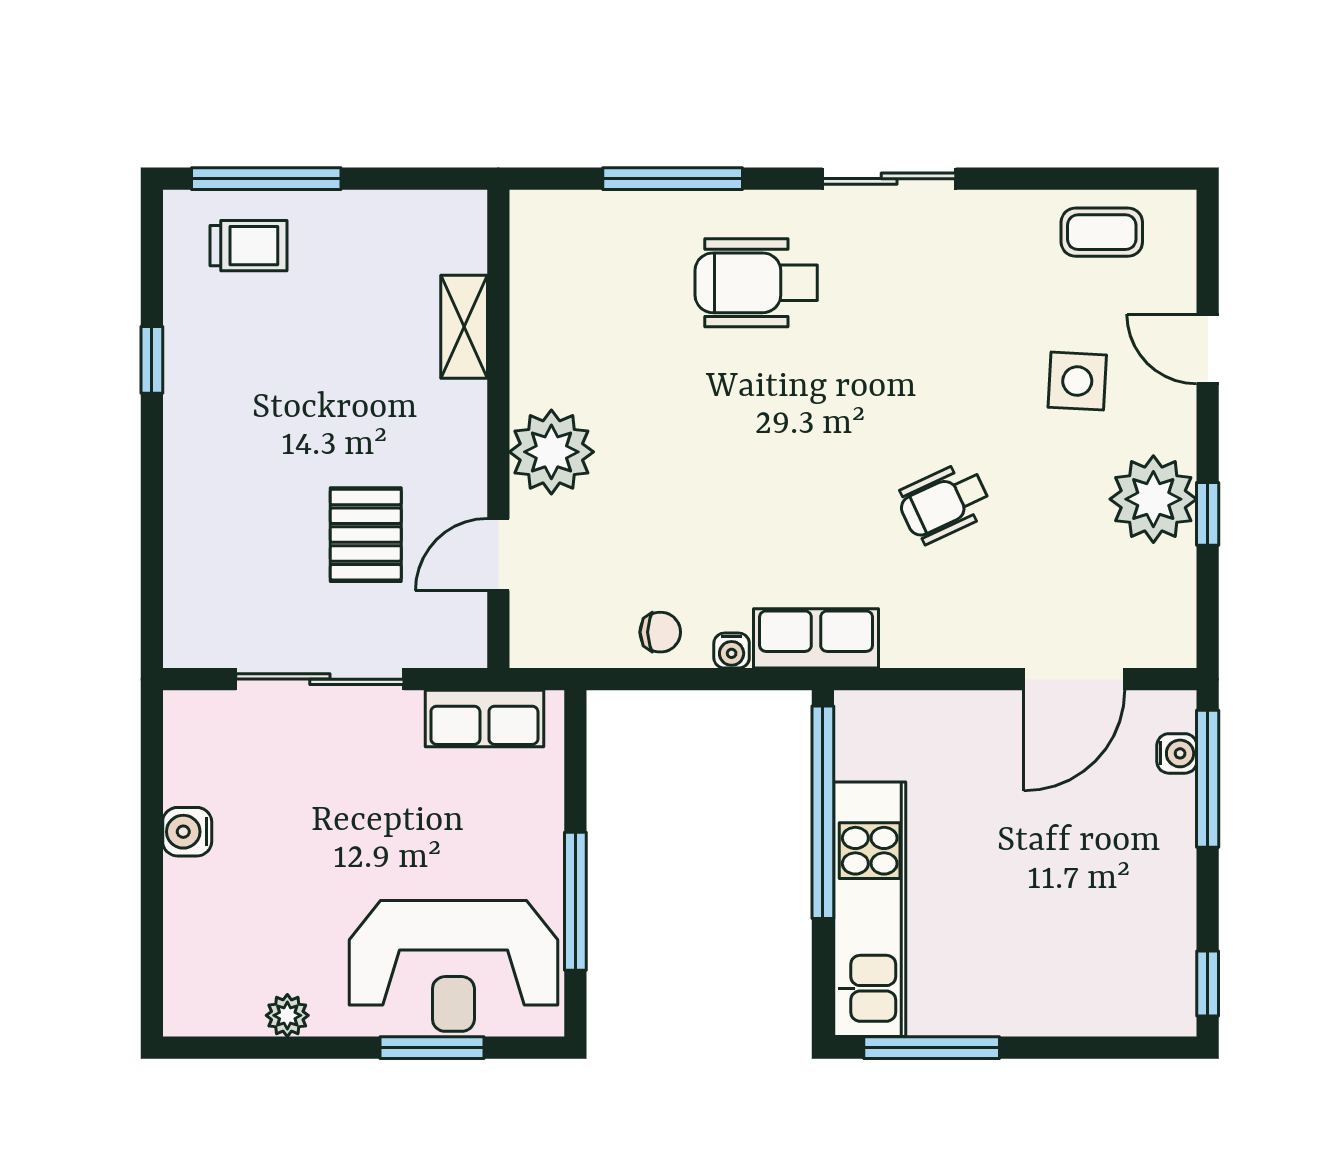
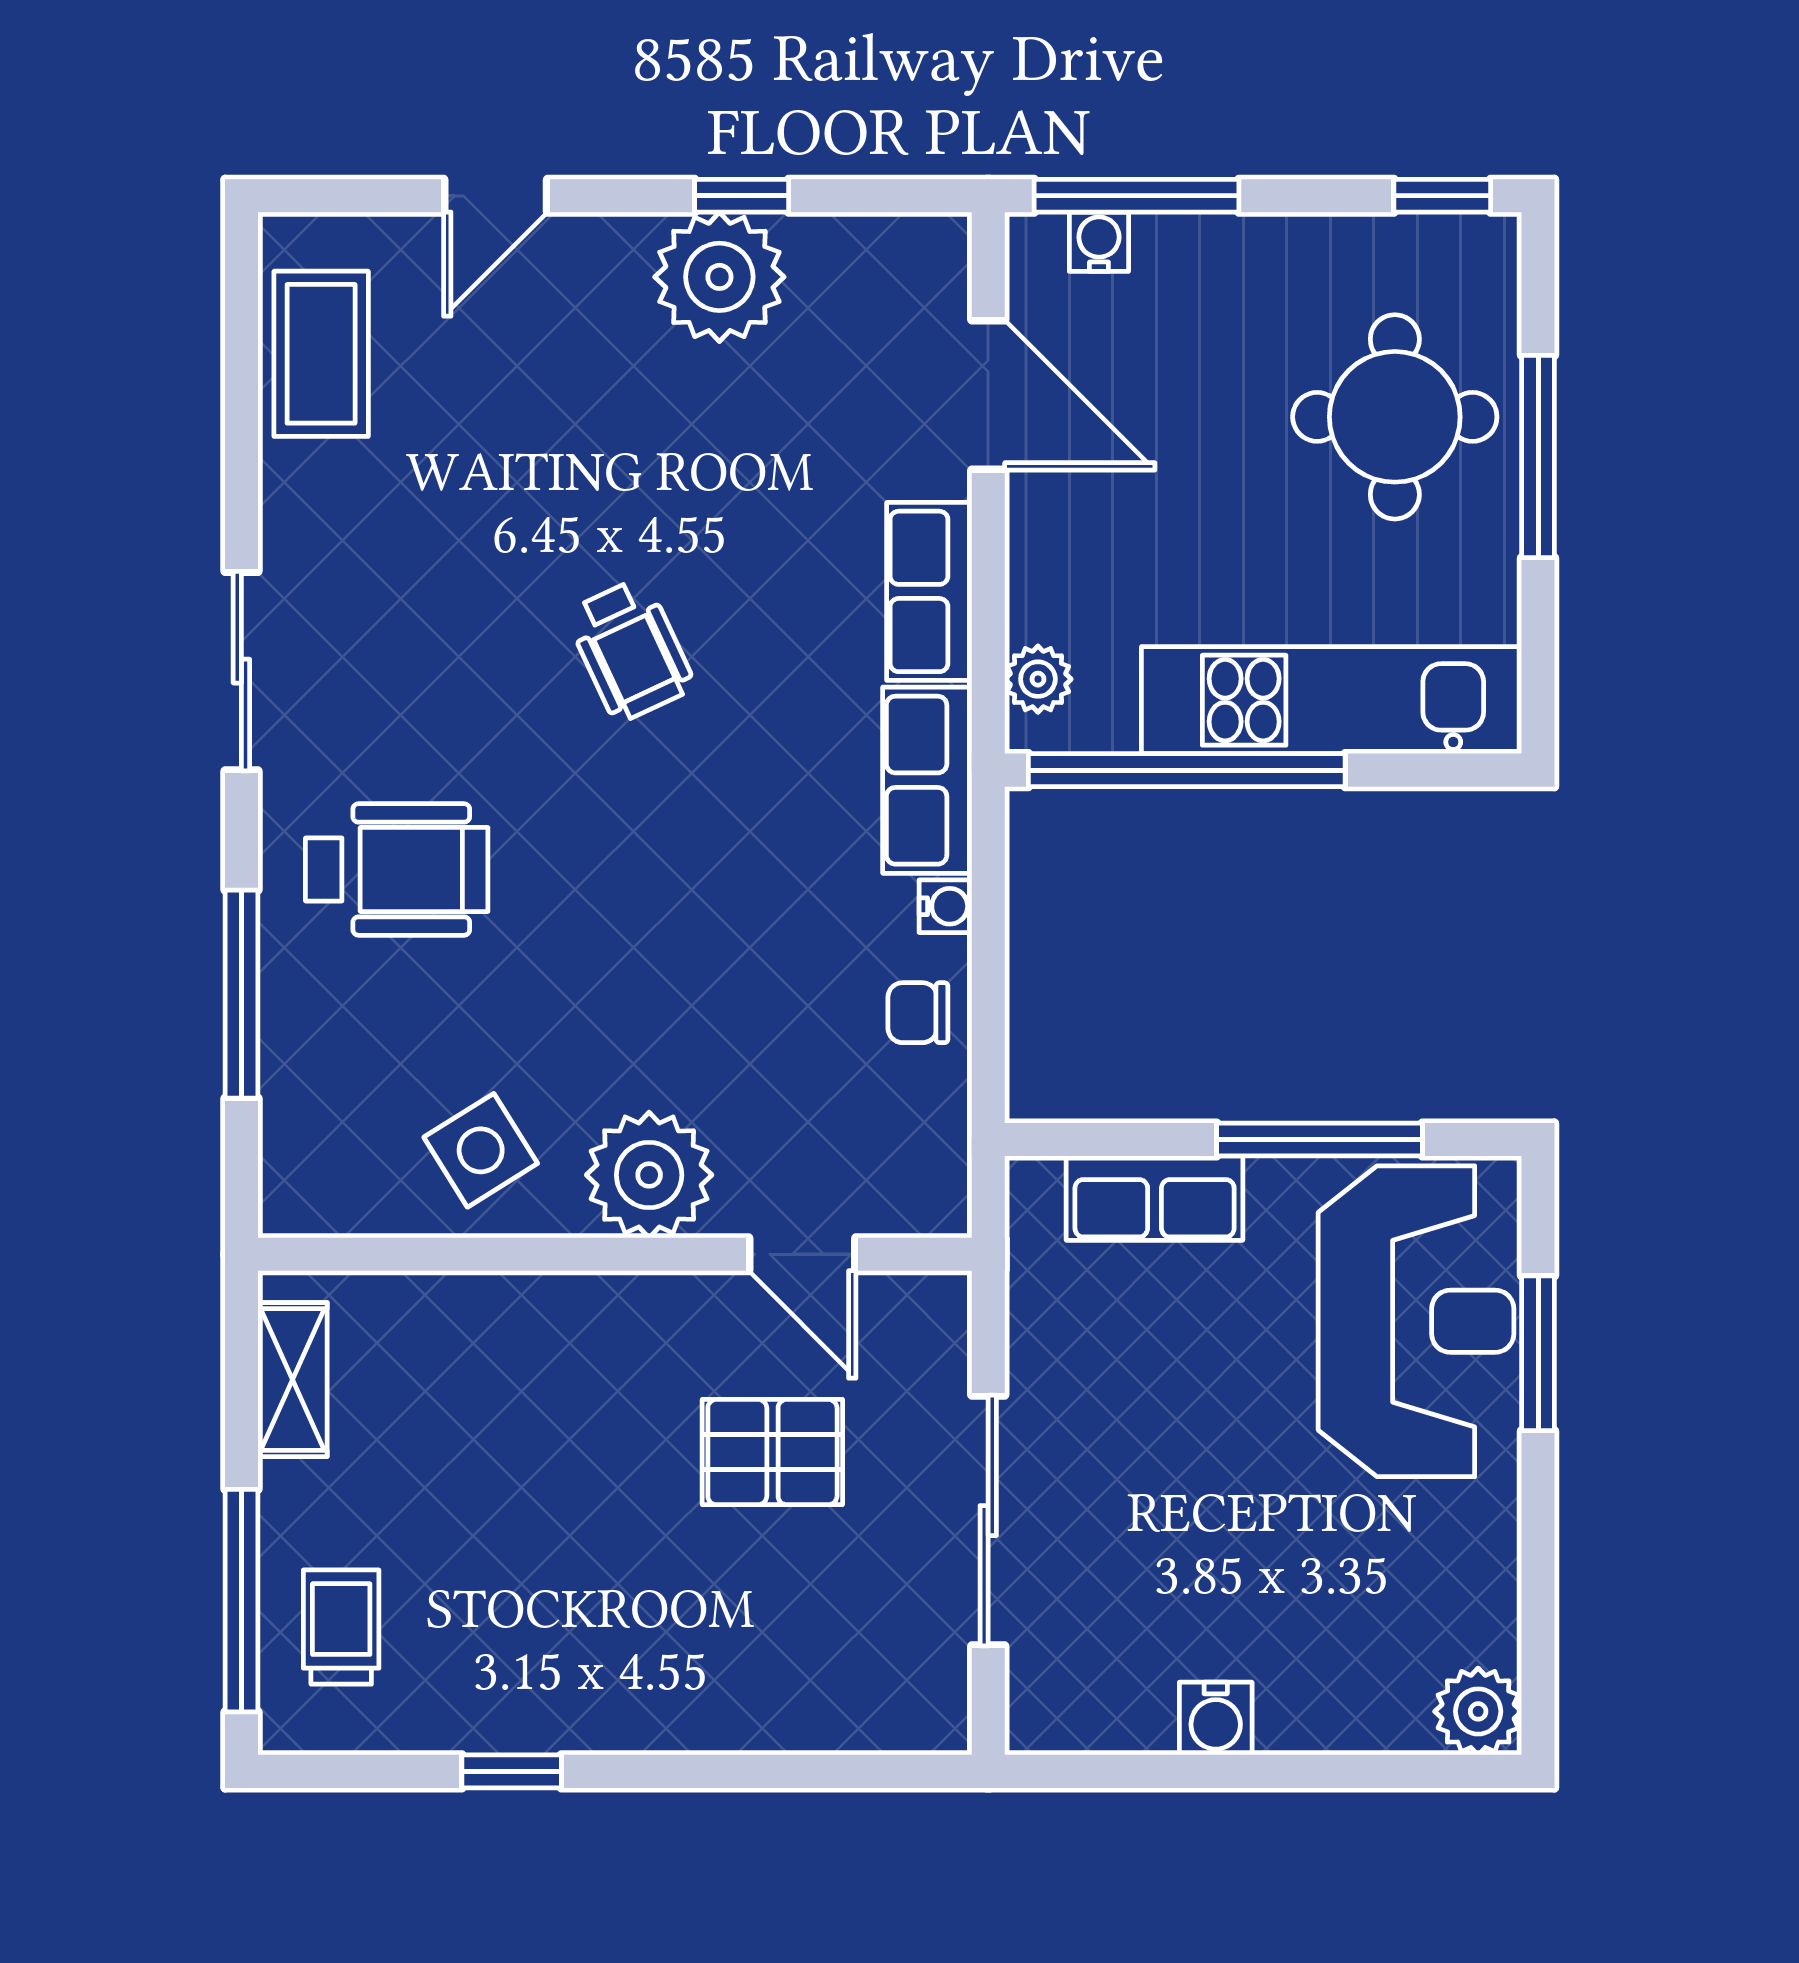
coffee table: (1102, 232) -> (321, 354), width x1.36, depth x1.30
wheelchair: (756, 283) -> (397, 869), turned -90
shelving: (464, 327) -> (292, 1380), moved, turned 90
side table: (1077, 381) -> (481, 1150), moved, turned -35
wheelchair: (944, 503) -> (630, 650), moved
chair: (660, 632) -> (918, 1013), turned -90
row of seats: (943, 640) -> (929, 591), added
plant: (884, 713) -> (1038, 679), added
row of seats: (484, 719) -> (1155, 1198), moved, turned 90
round table: (1060, 952) -> (1395, 417), added
plant: (287, 1015) -> (1478, 1711), moved, width x1.38, depth x1.38
window: (932, 1048) -> (1538, 456), moved

